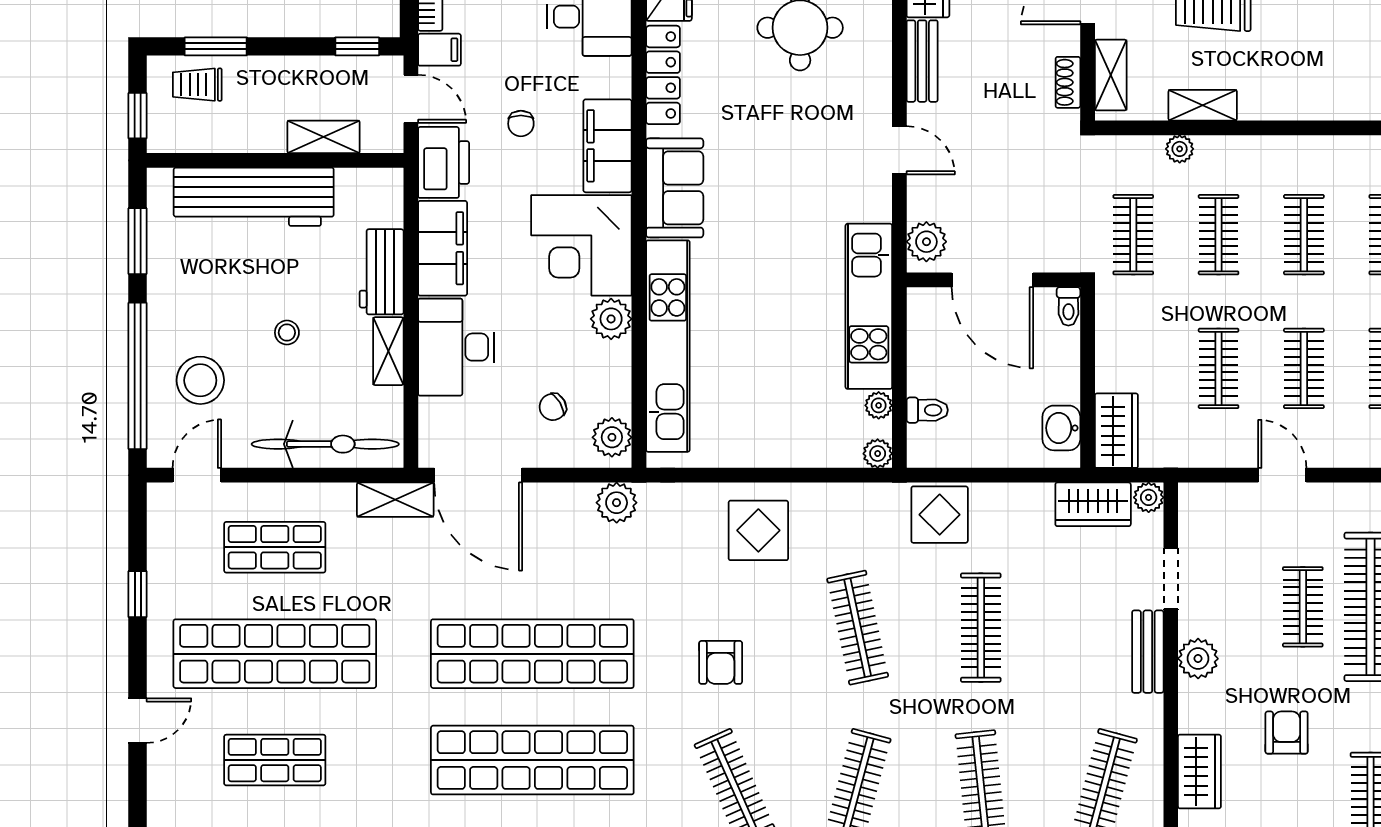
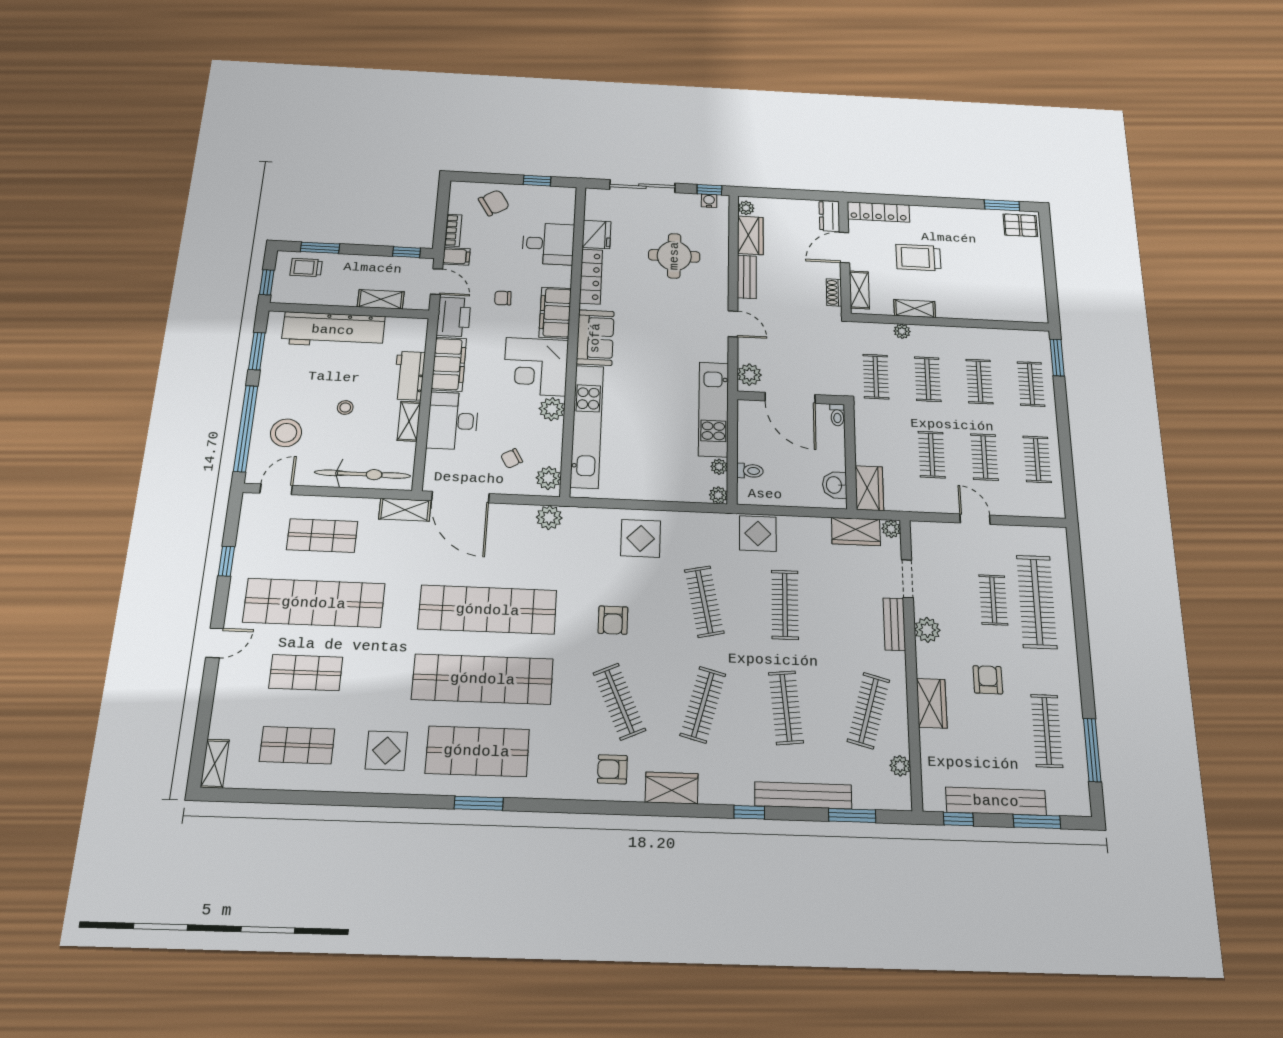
chair: (521, 124) -> (503, 298), turned 88

